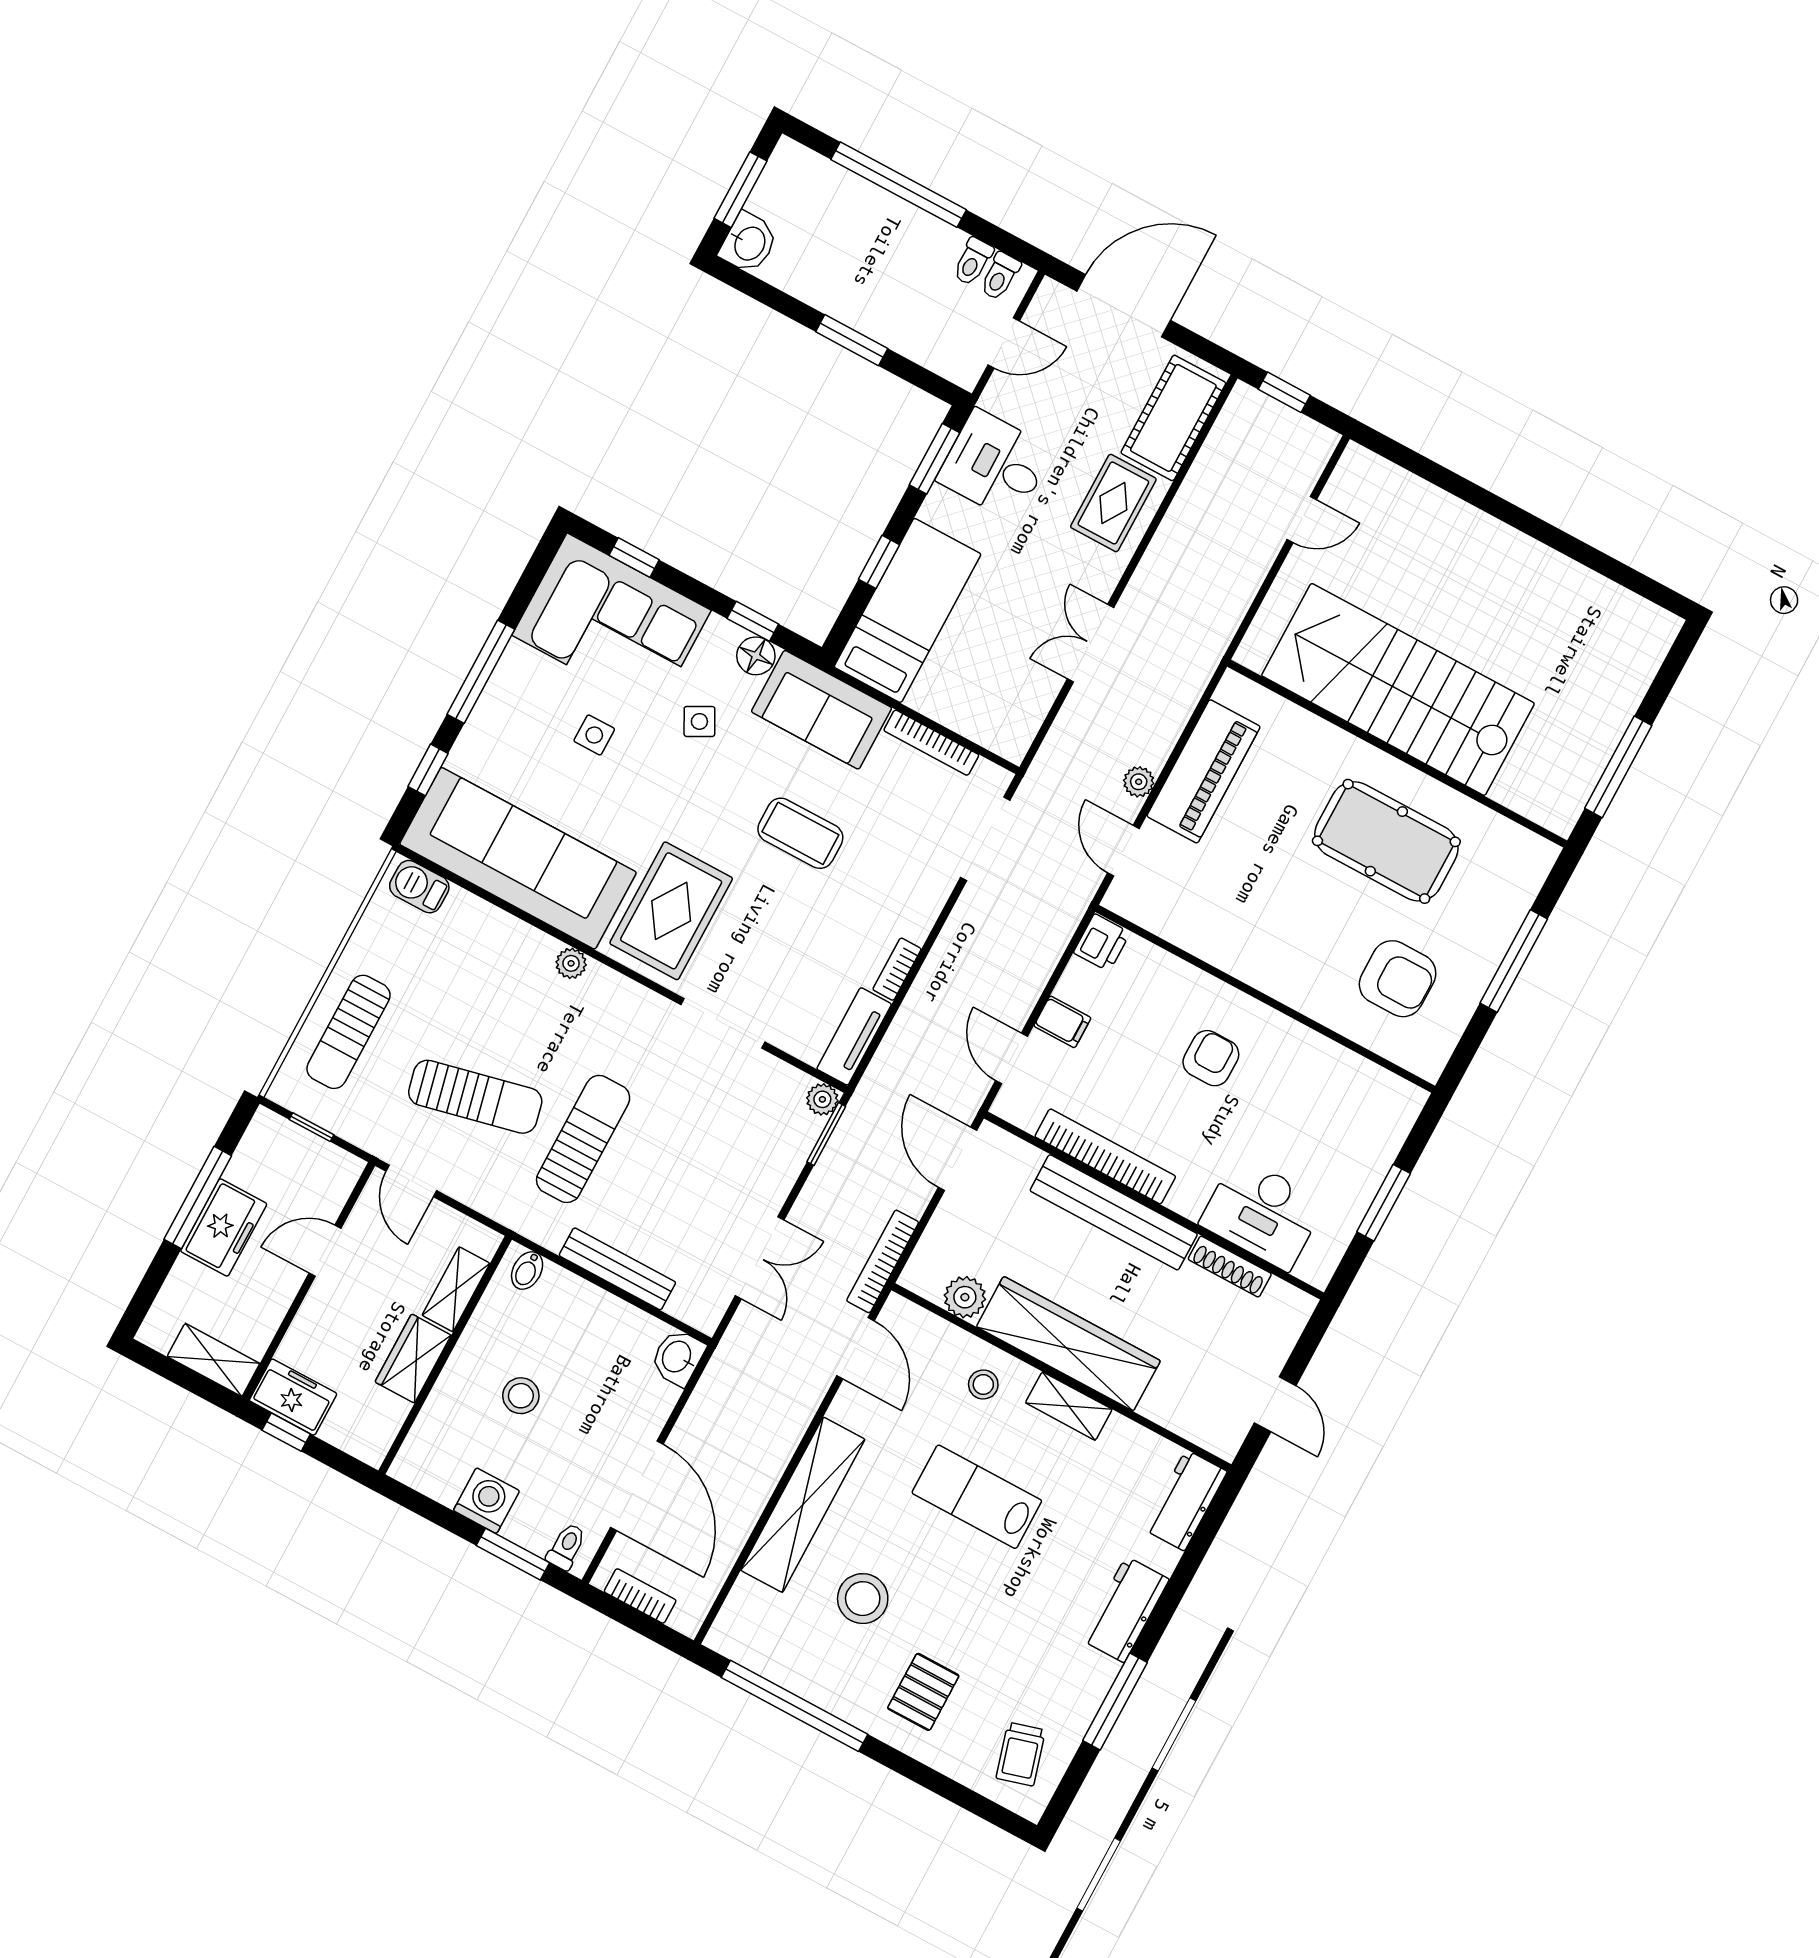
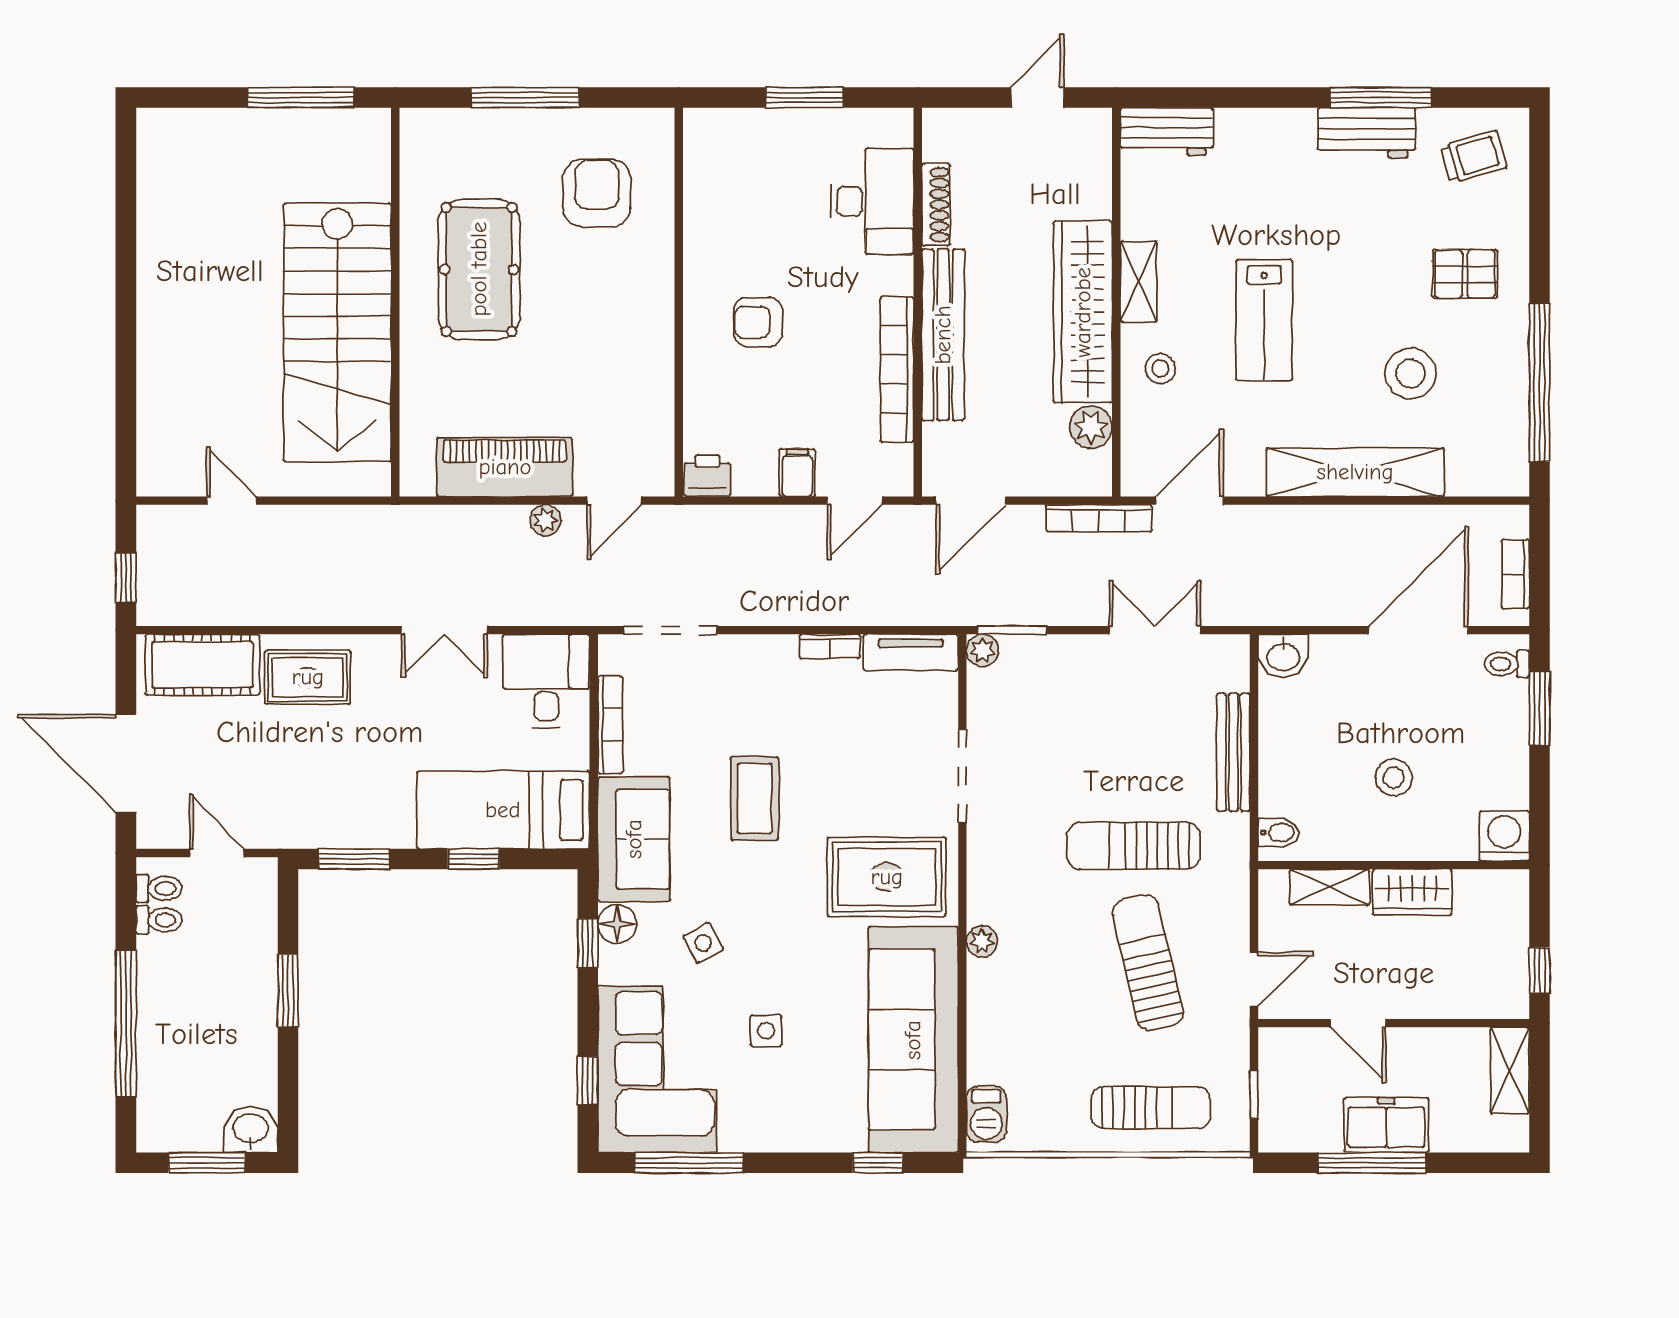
desk: (995, 465) -> (546, 681), moved, turned 180
window: (481, 672) -> (689, 1163), moved
freezer: (293, 1397) -> (1505, 981), removed
washing machine: (486, 1501) -> (1504, 836), moved, turned 90
workbench: (1125, 1610) -> (1367, 133), moved

